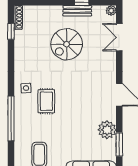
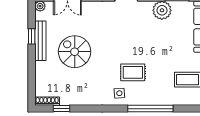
bench: (77, 11) -> (40, 41), width x1.36
spiral stairs: (67, 44) -> (75, 52), turned 180

